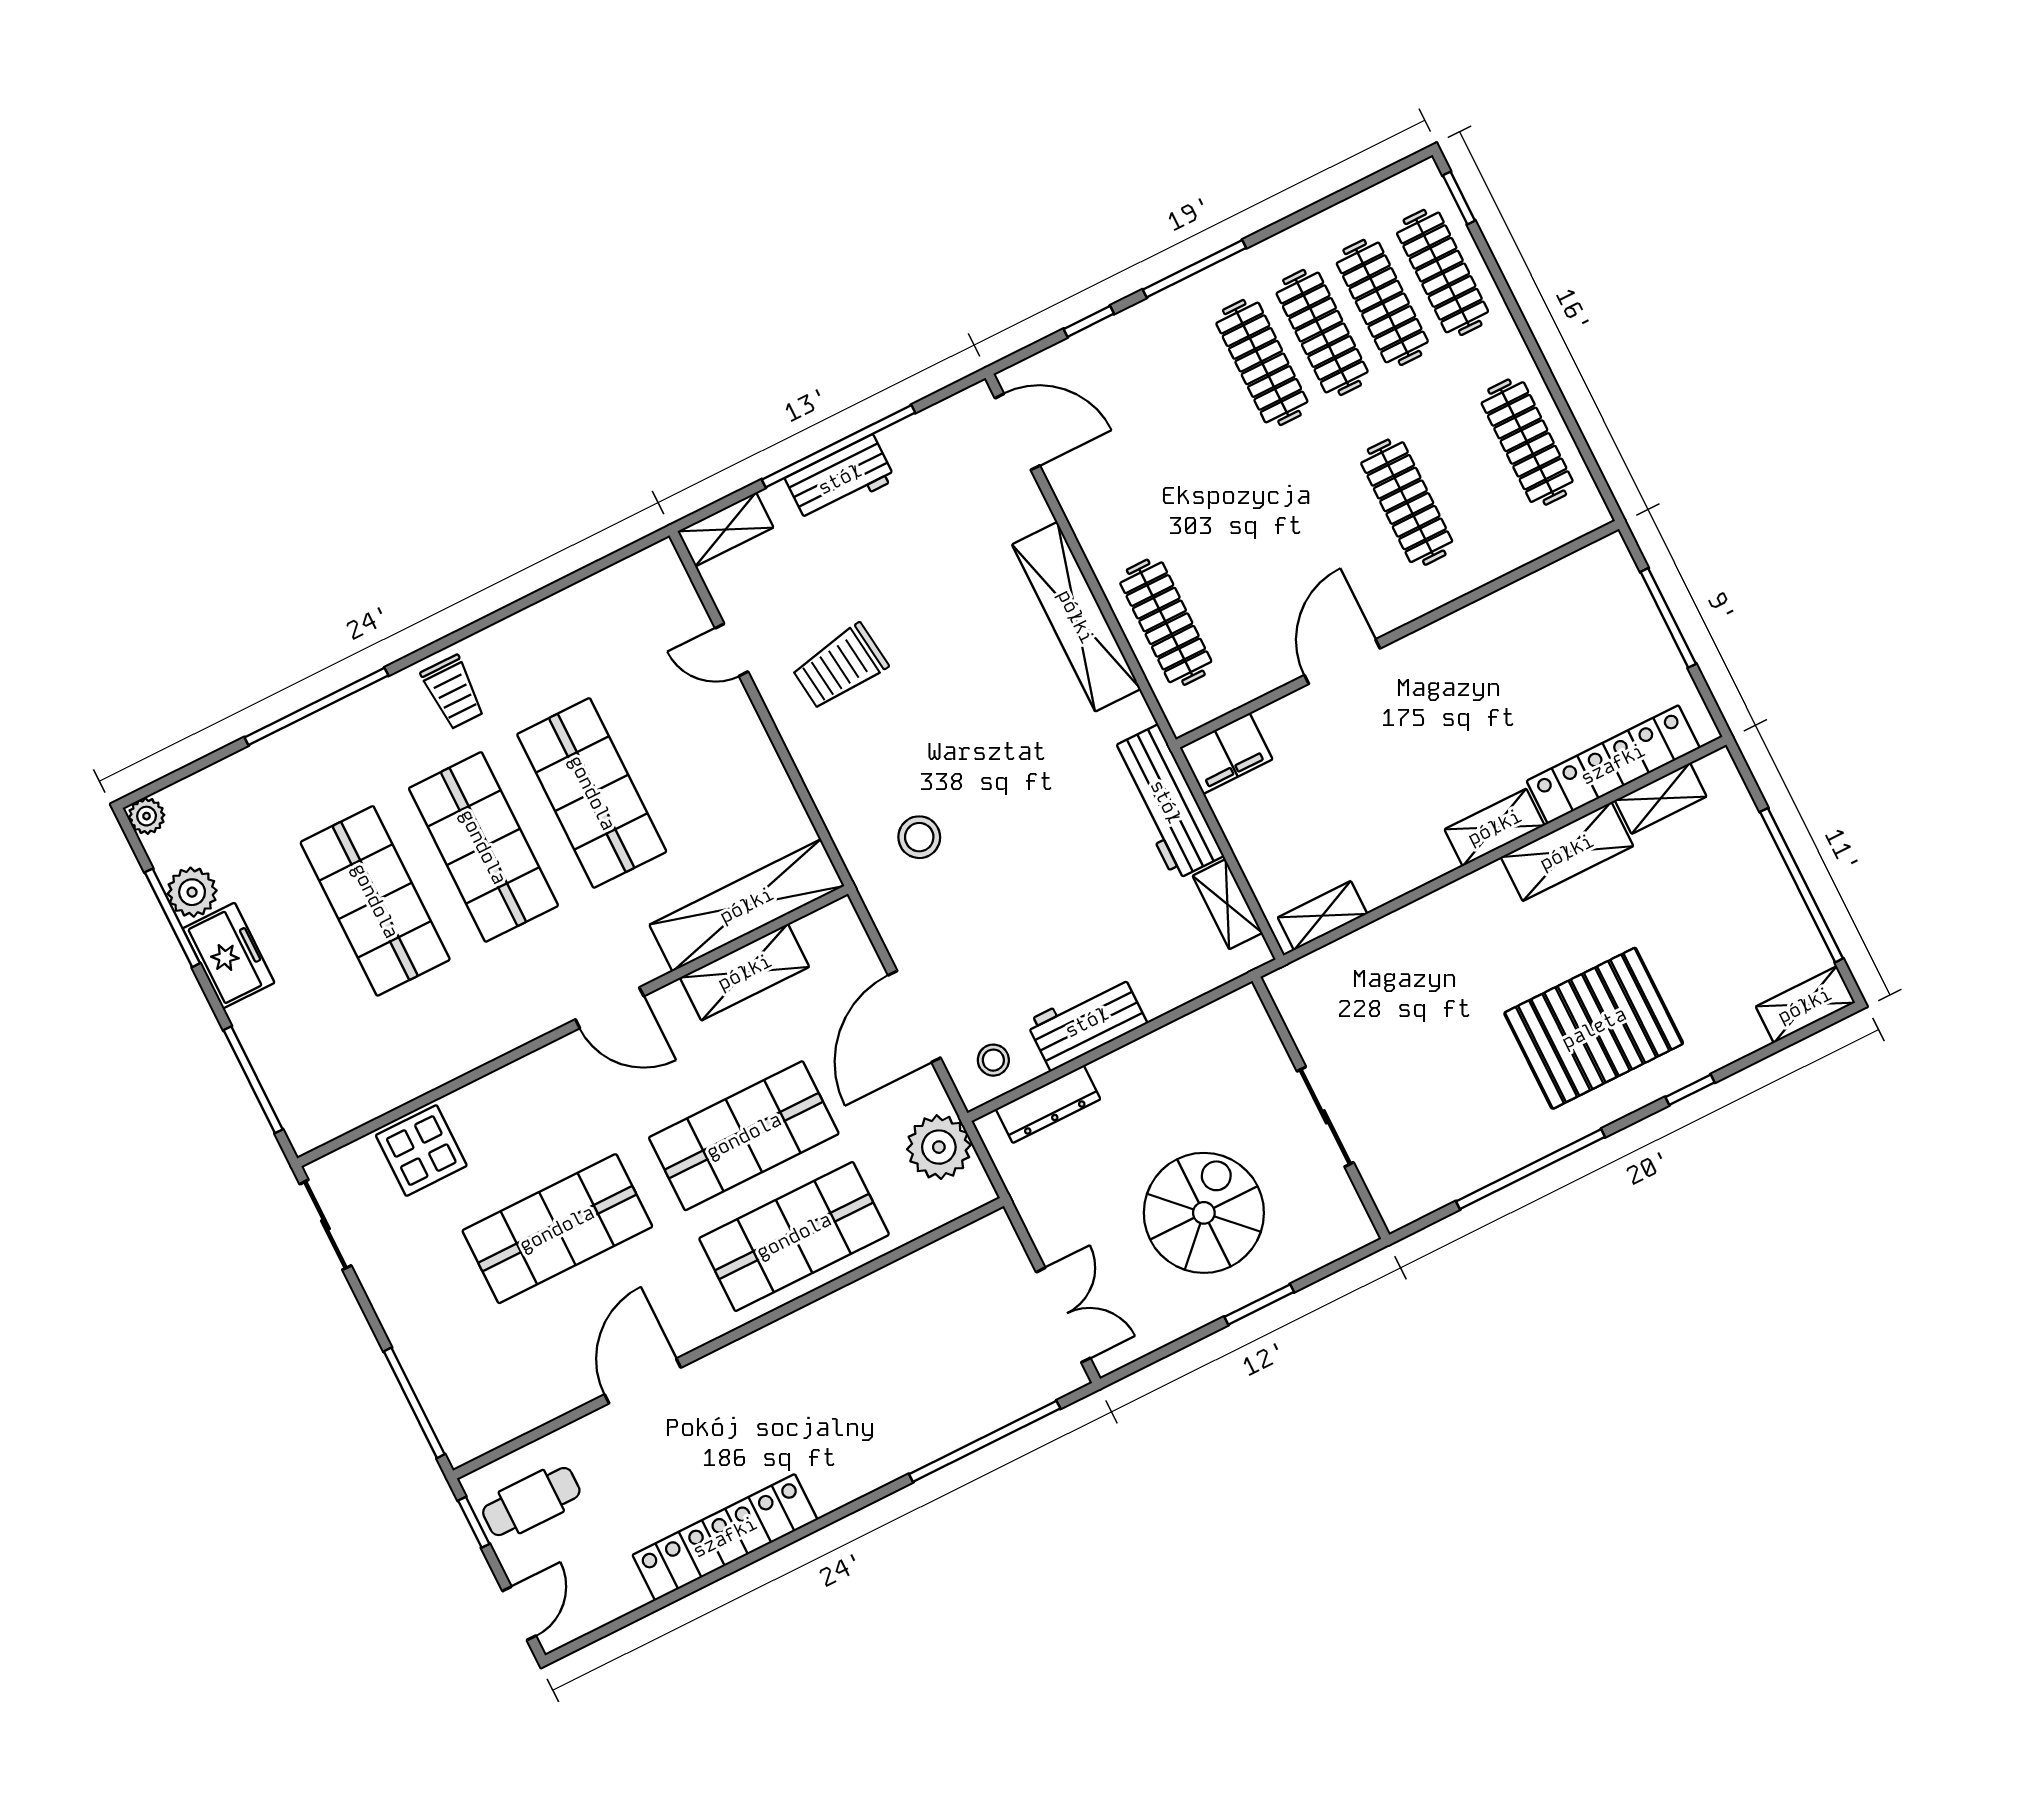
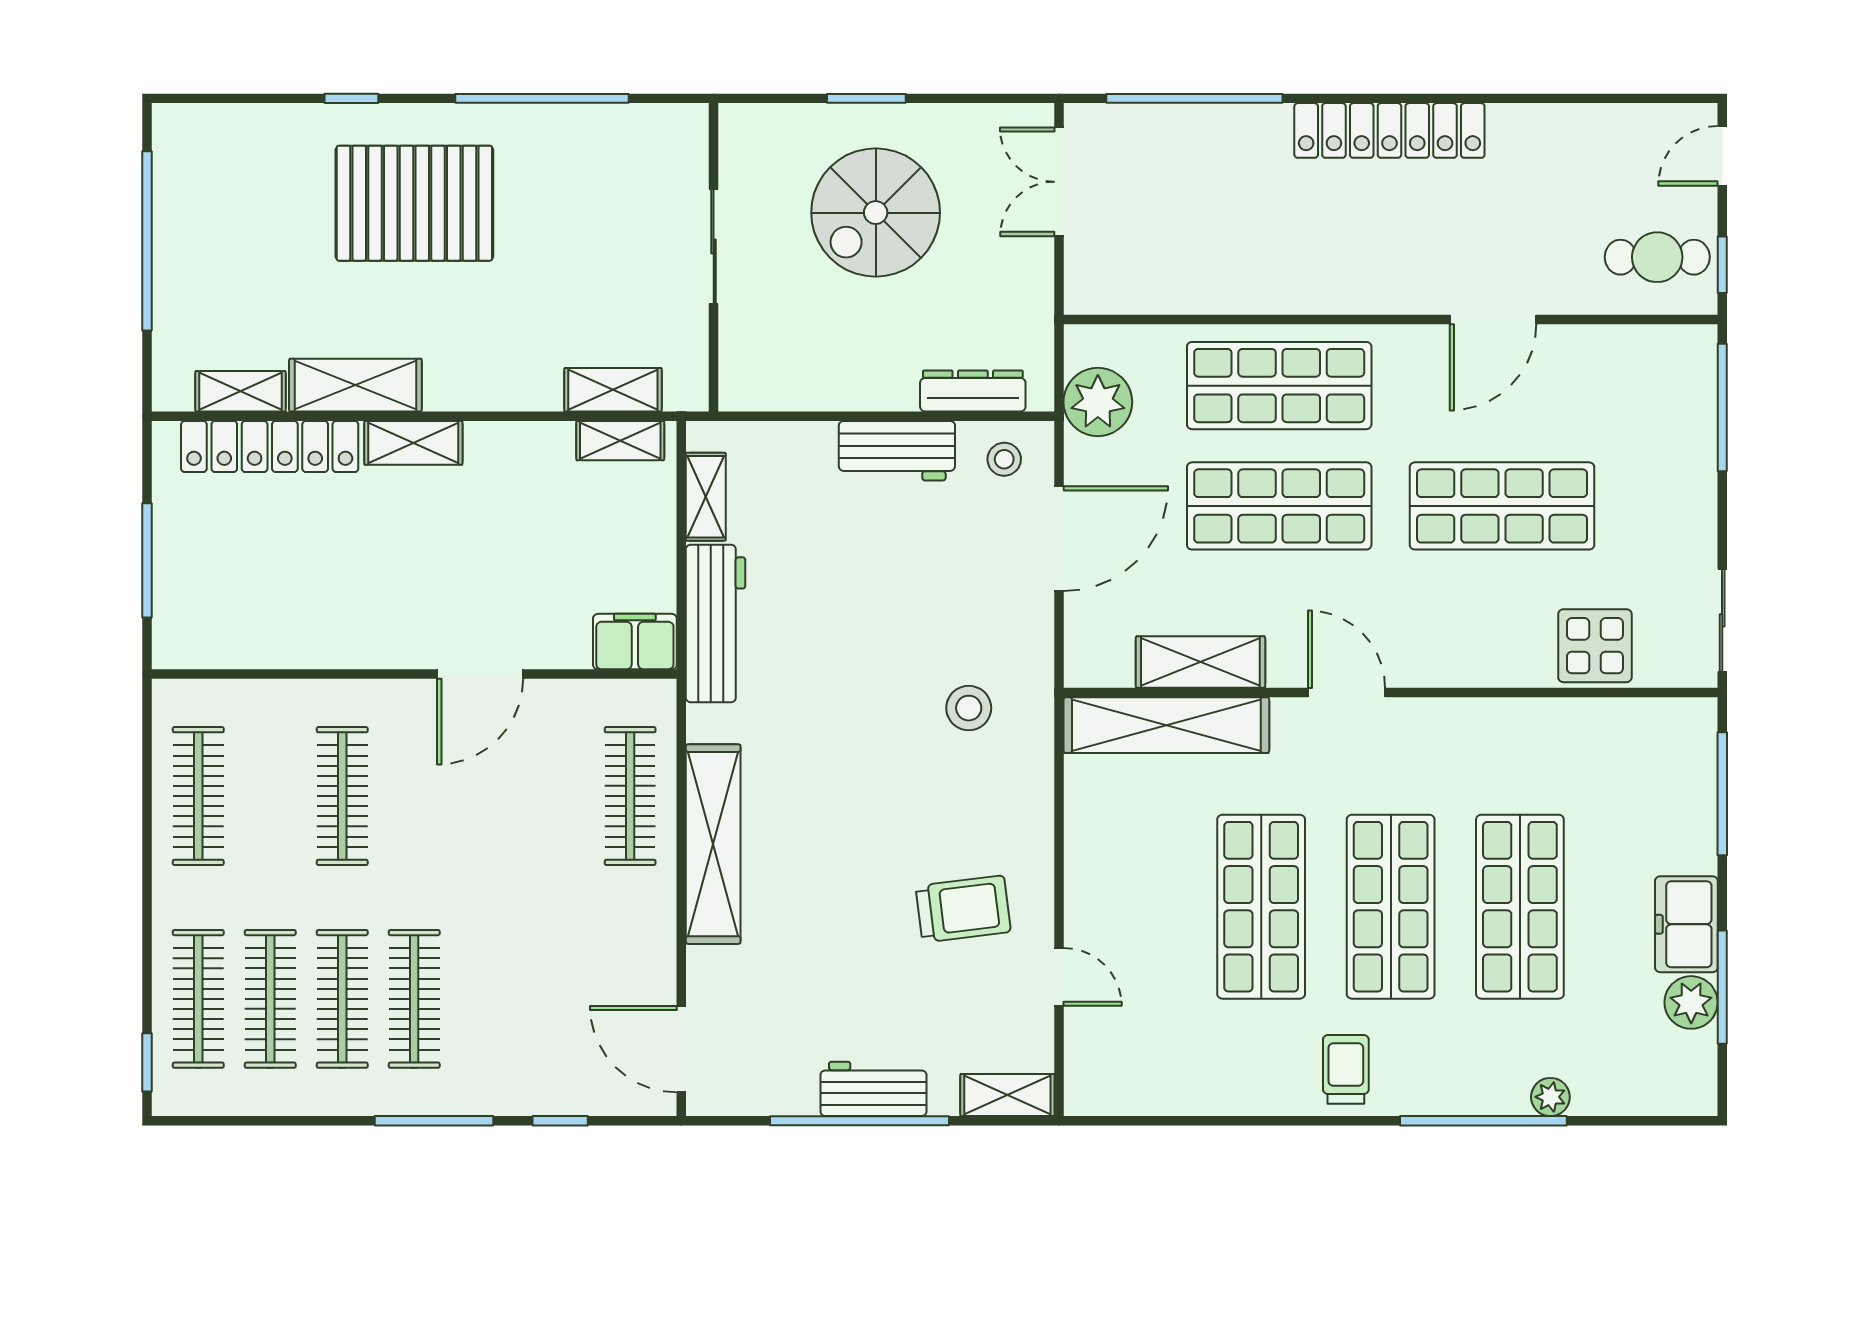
plant: (147, 816) -> (1550, 1097), moved
shelving: (1805, 1005) -> (613, 390), moved
locker: (725, 1537) -> (1389, 130), moved

